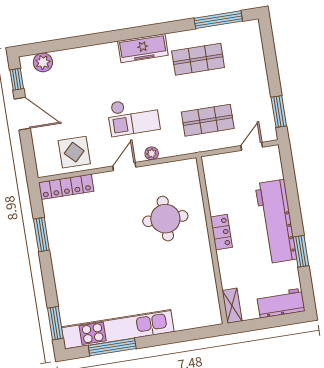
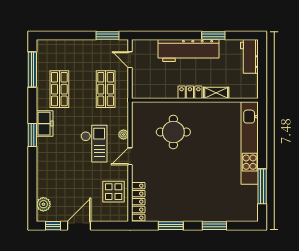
window: (132, 33) -> (32, 135), added
freezer: (143, 48) -> (45, 124), width x0.71
door: (124, 167) -> (130, 156), hinge flipped
shelving: (232, 306) -> (216, 93), moved
window: (55, 323) -> (214, 226), moved
kitchen unit: (118, 329) -> (250, 143), moved

